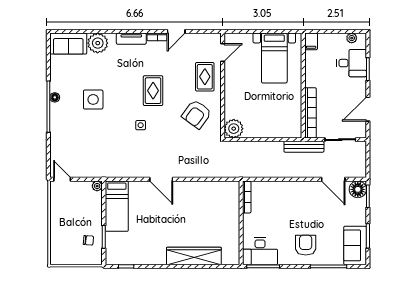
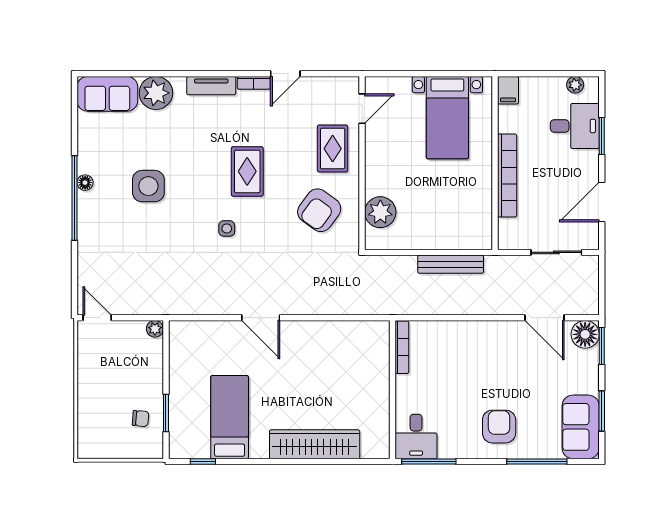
bookcase: (310, 113) -> (507, 176), moved
plant: (234, 129) -> (380, 212), moved
bench: (304, 147) -> (451, 264), moved
bed: (117, 206) -> (230, 417), moved, turned 180
desk: (260, 251) -> (416, 436), width x0.73

